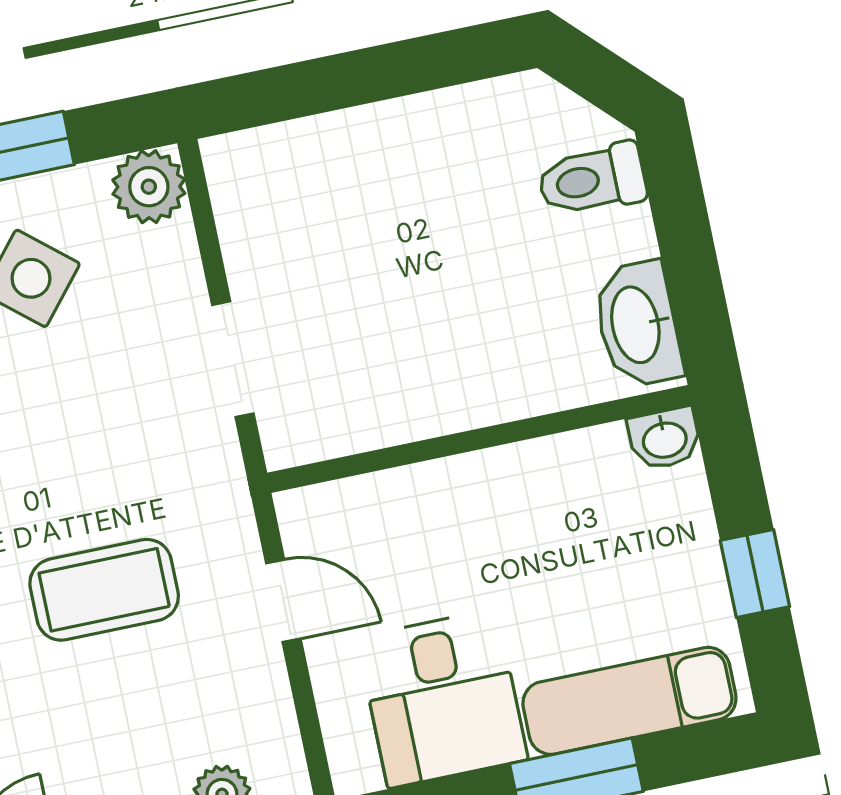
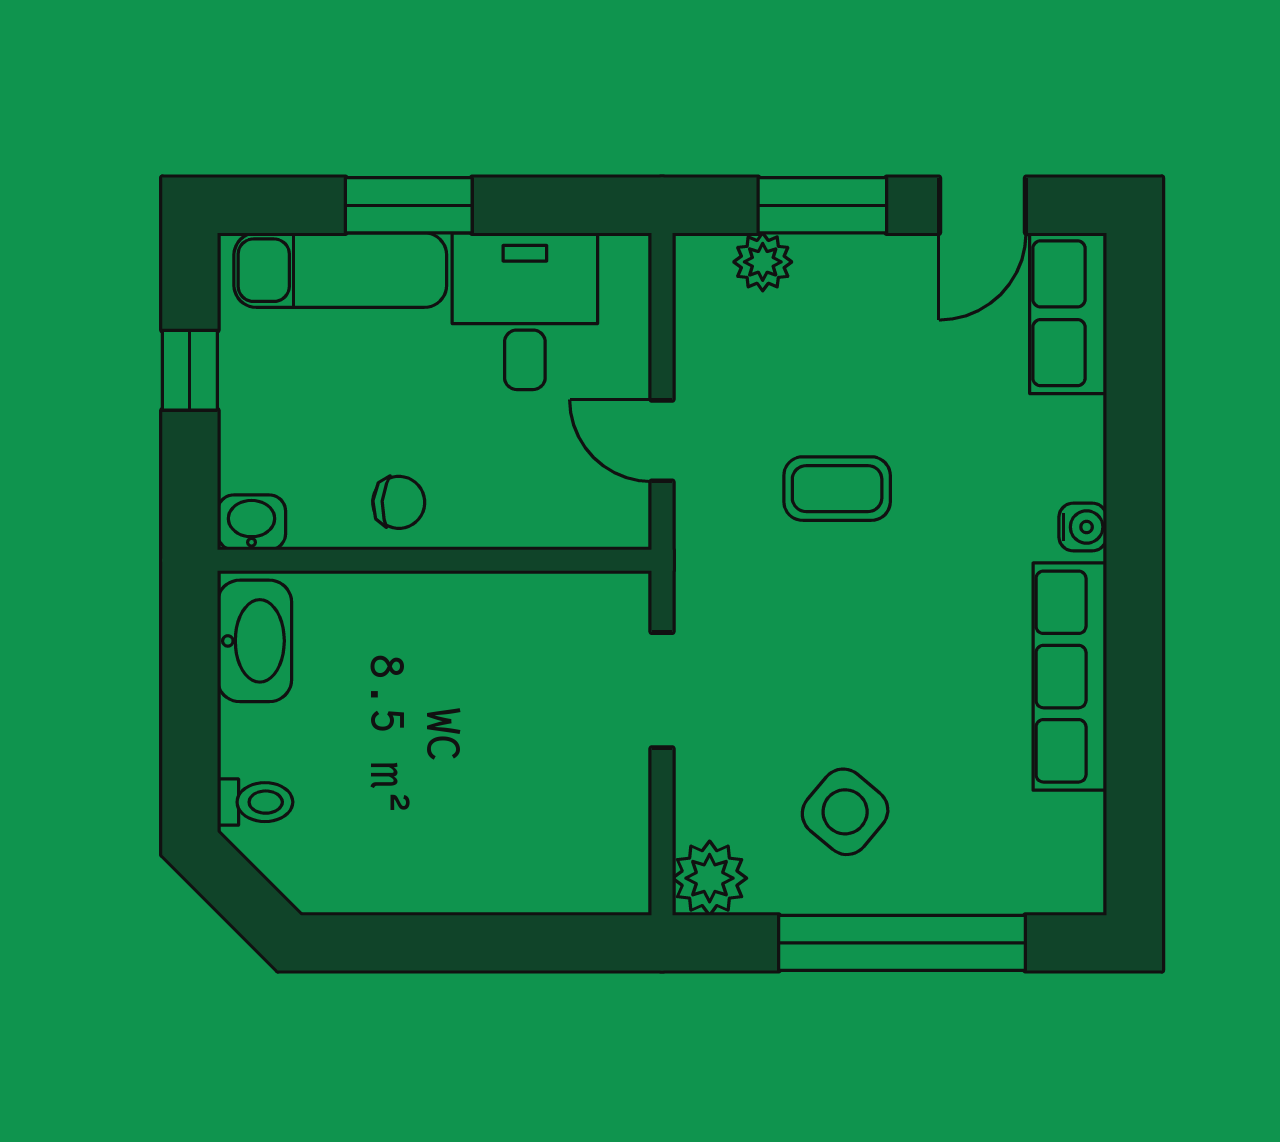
toilet: (592, 180) -> (255, 802), width x0.73, depth x0.72
chair: (526, 488) -> (399, 502), added
coffee table: (104, 590) -> (837, 489), width x0.73, depth x0.77

